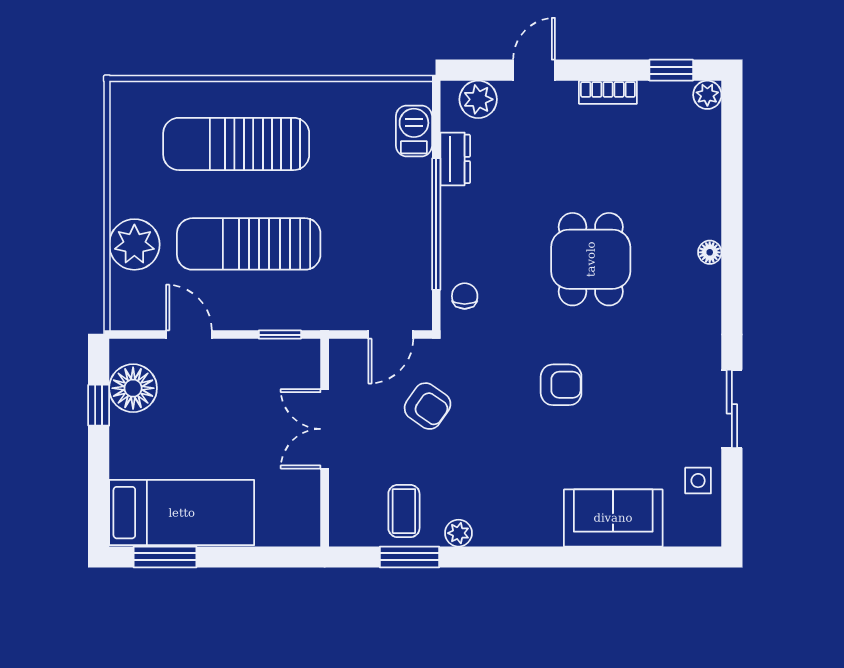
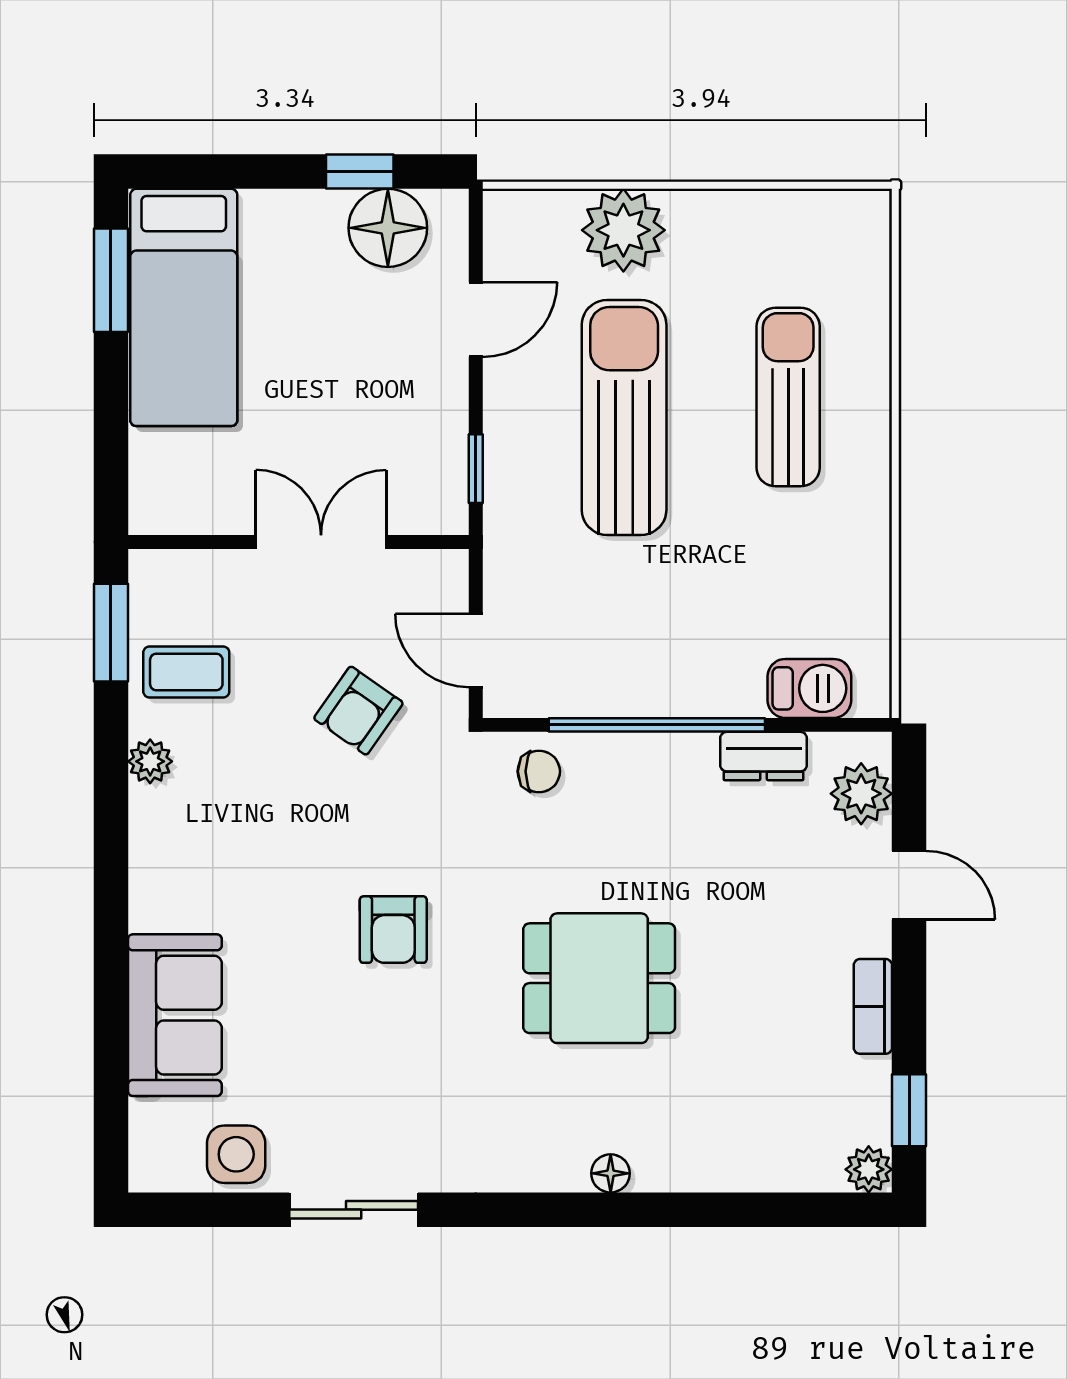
sun lounger: (236, 144) -> (788, 397), width x0.73, depth x0.75
side table: (698, 481) -> (236, 1154), width x1.37, depth x1.37
window: (410, 557) -> (111, 633), moved

